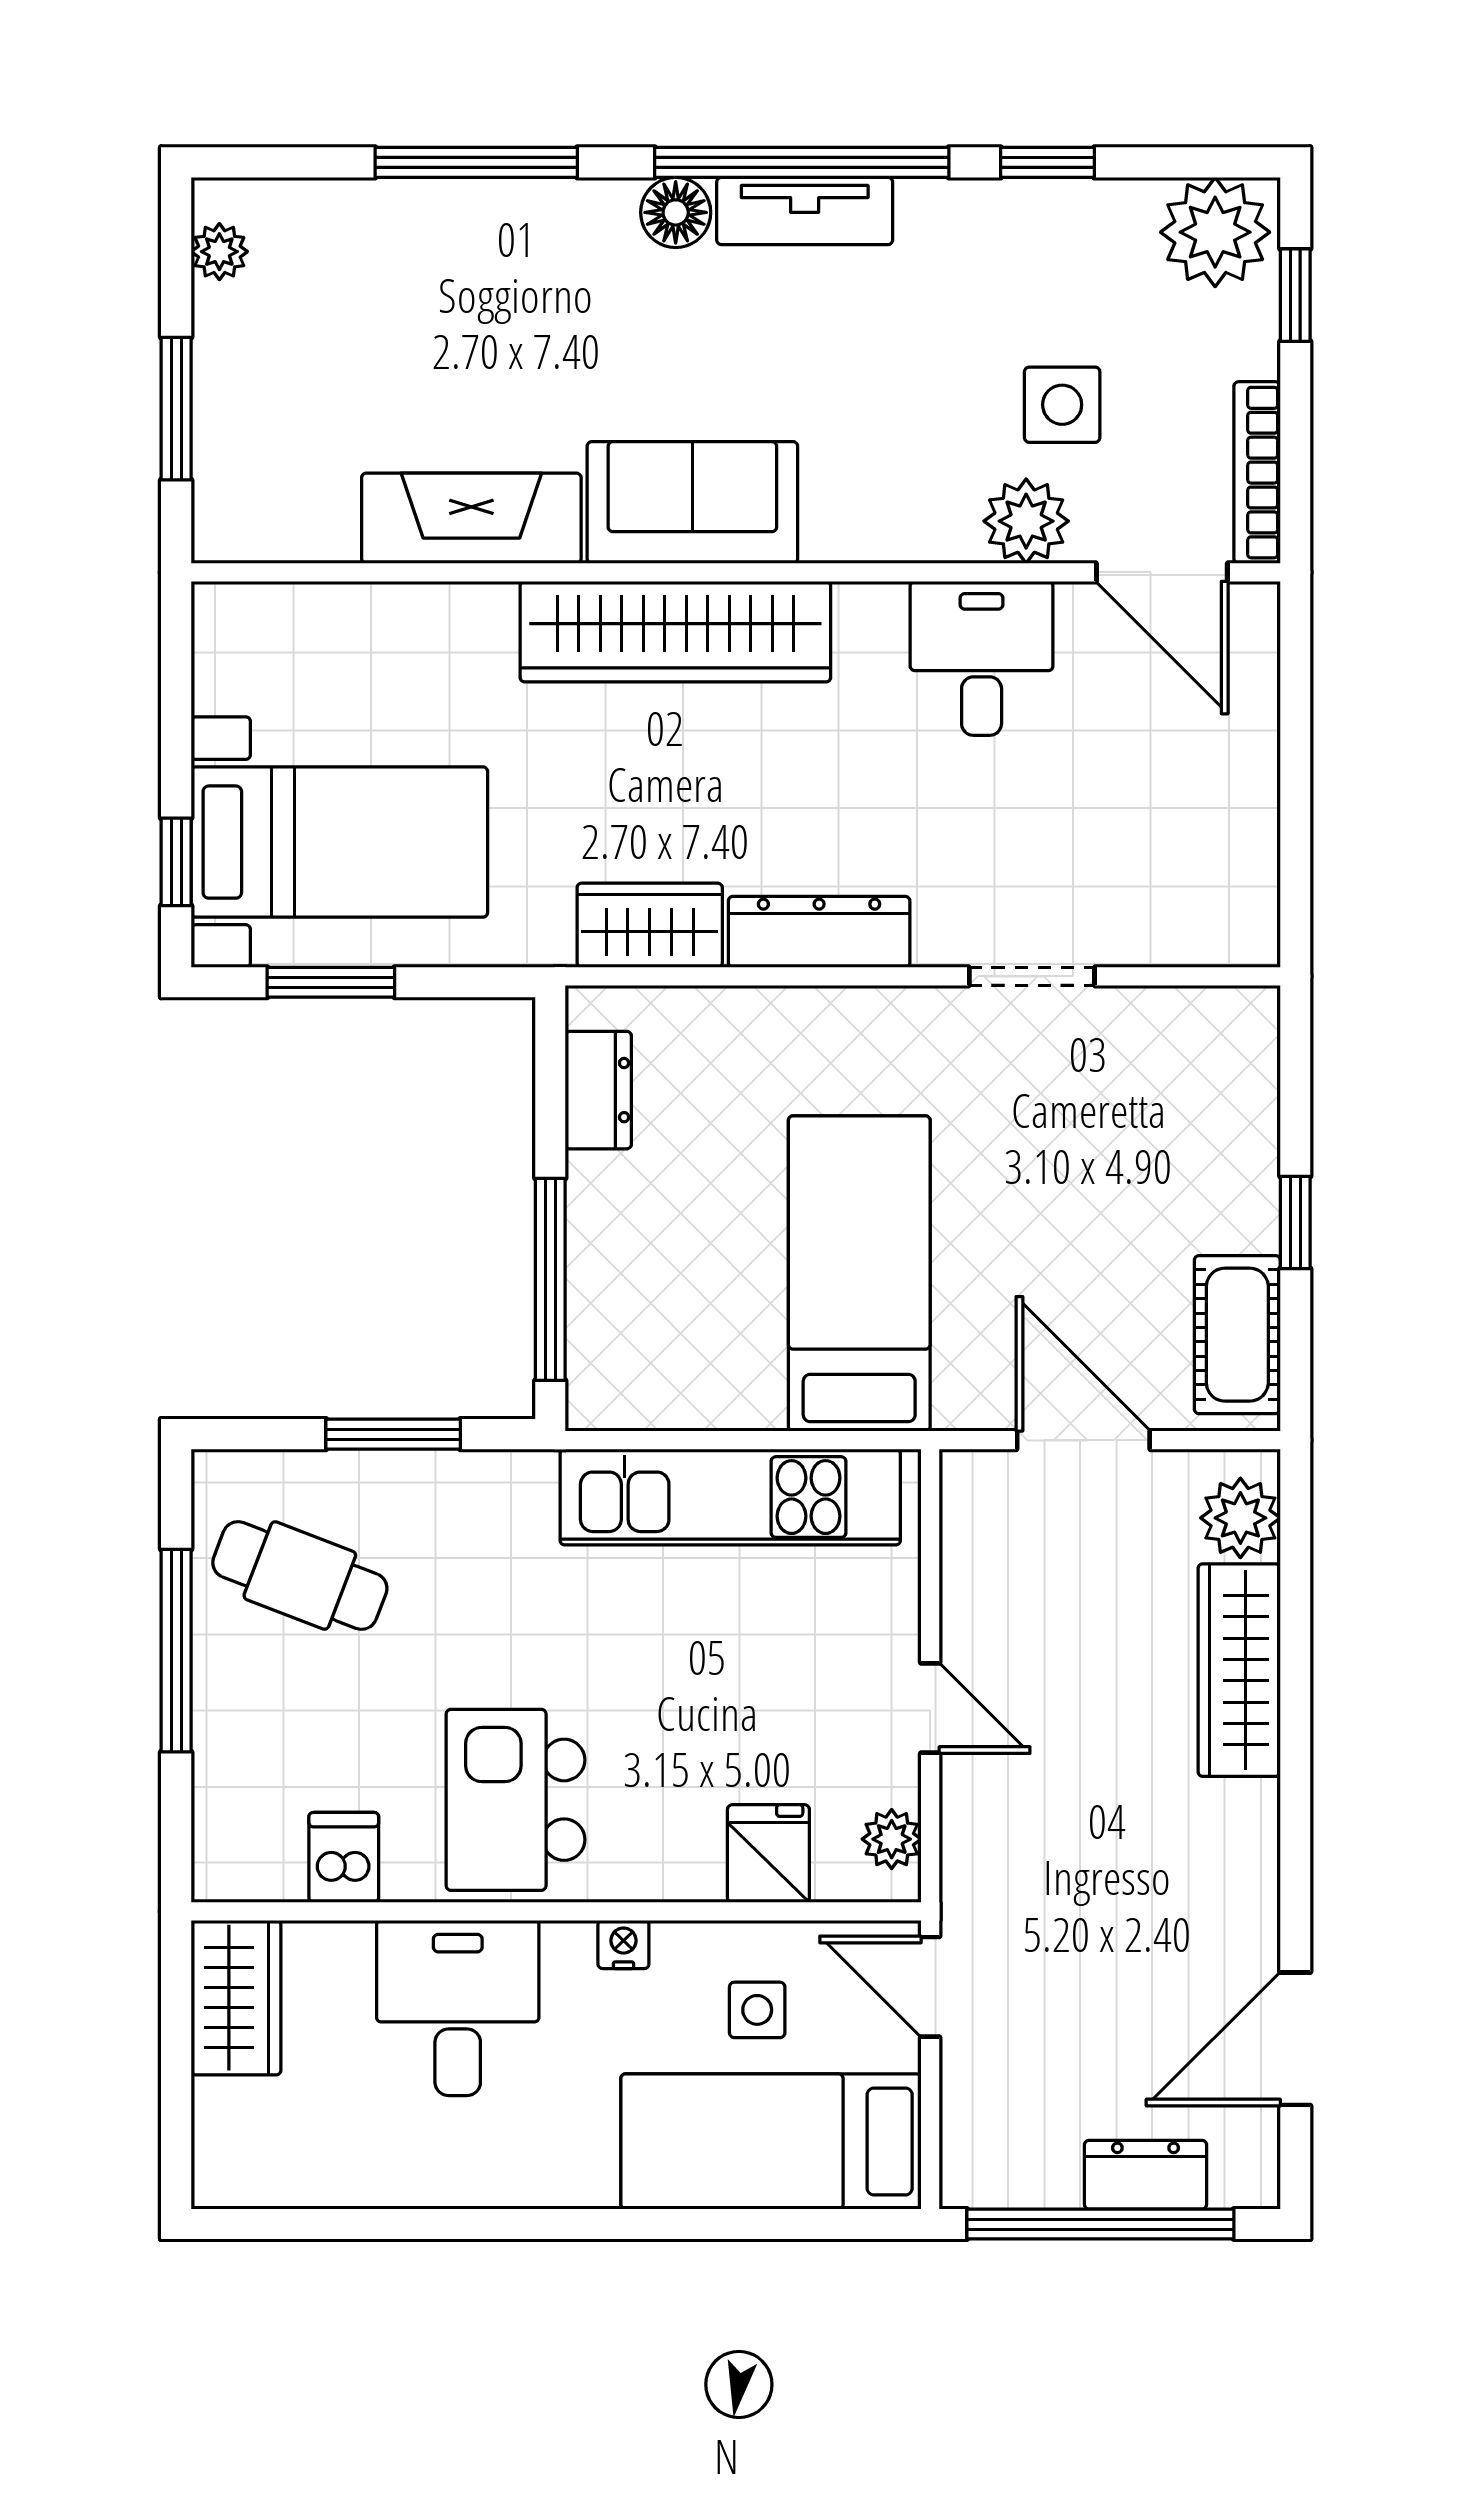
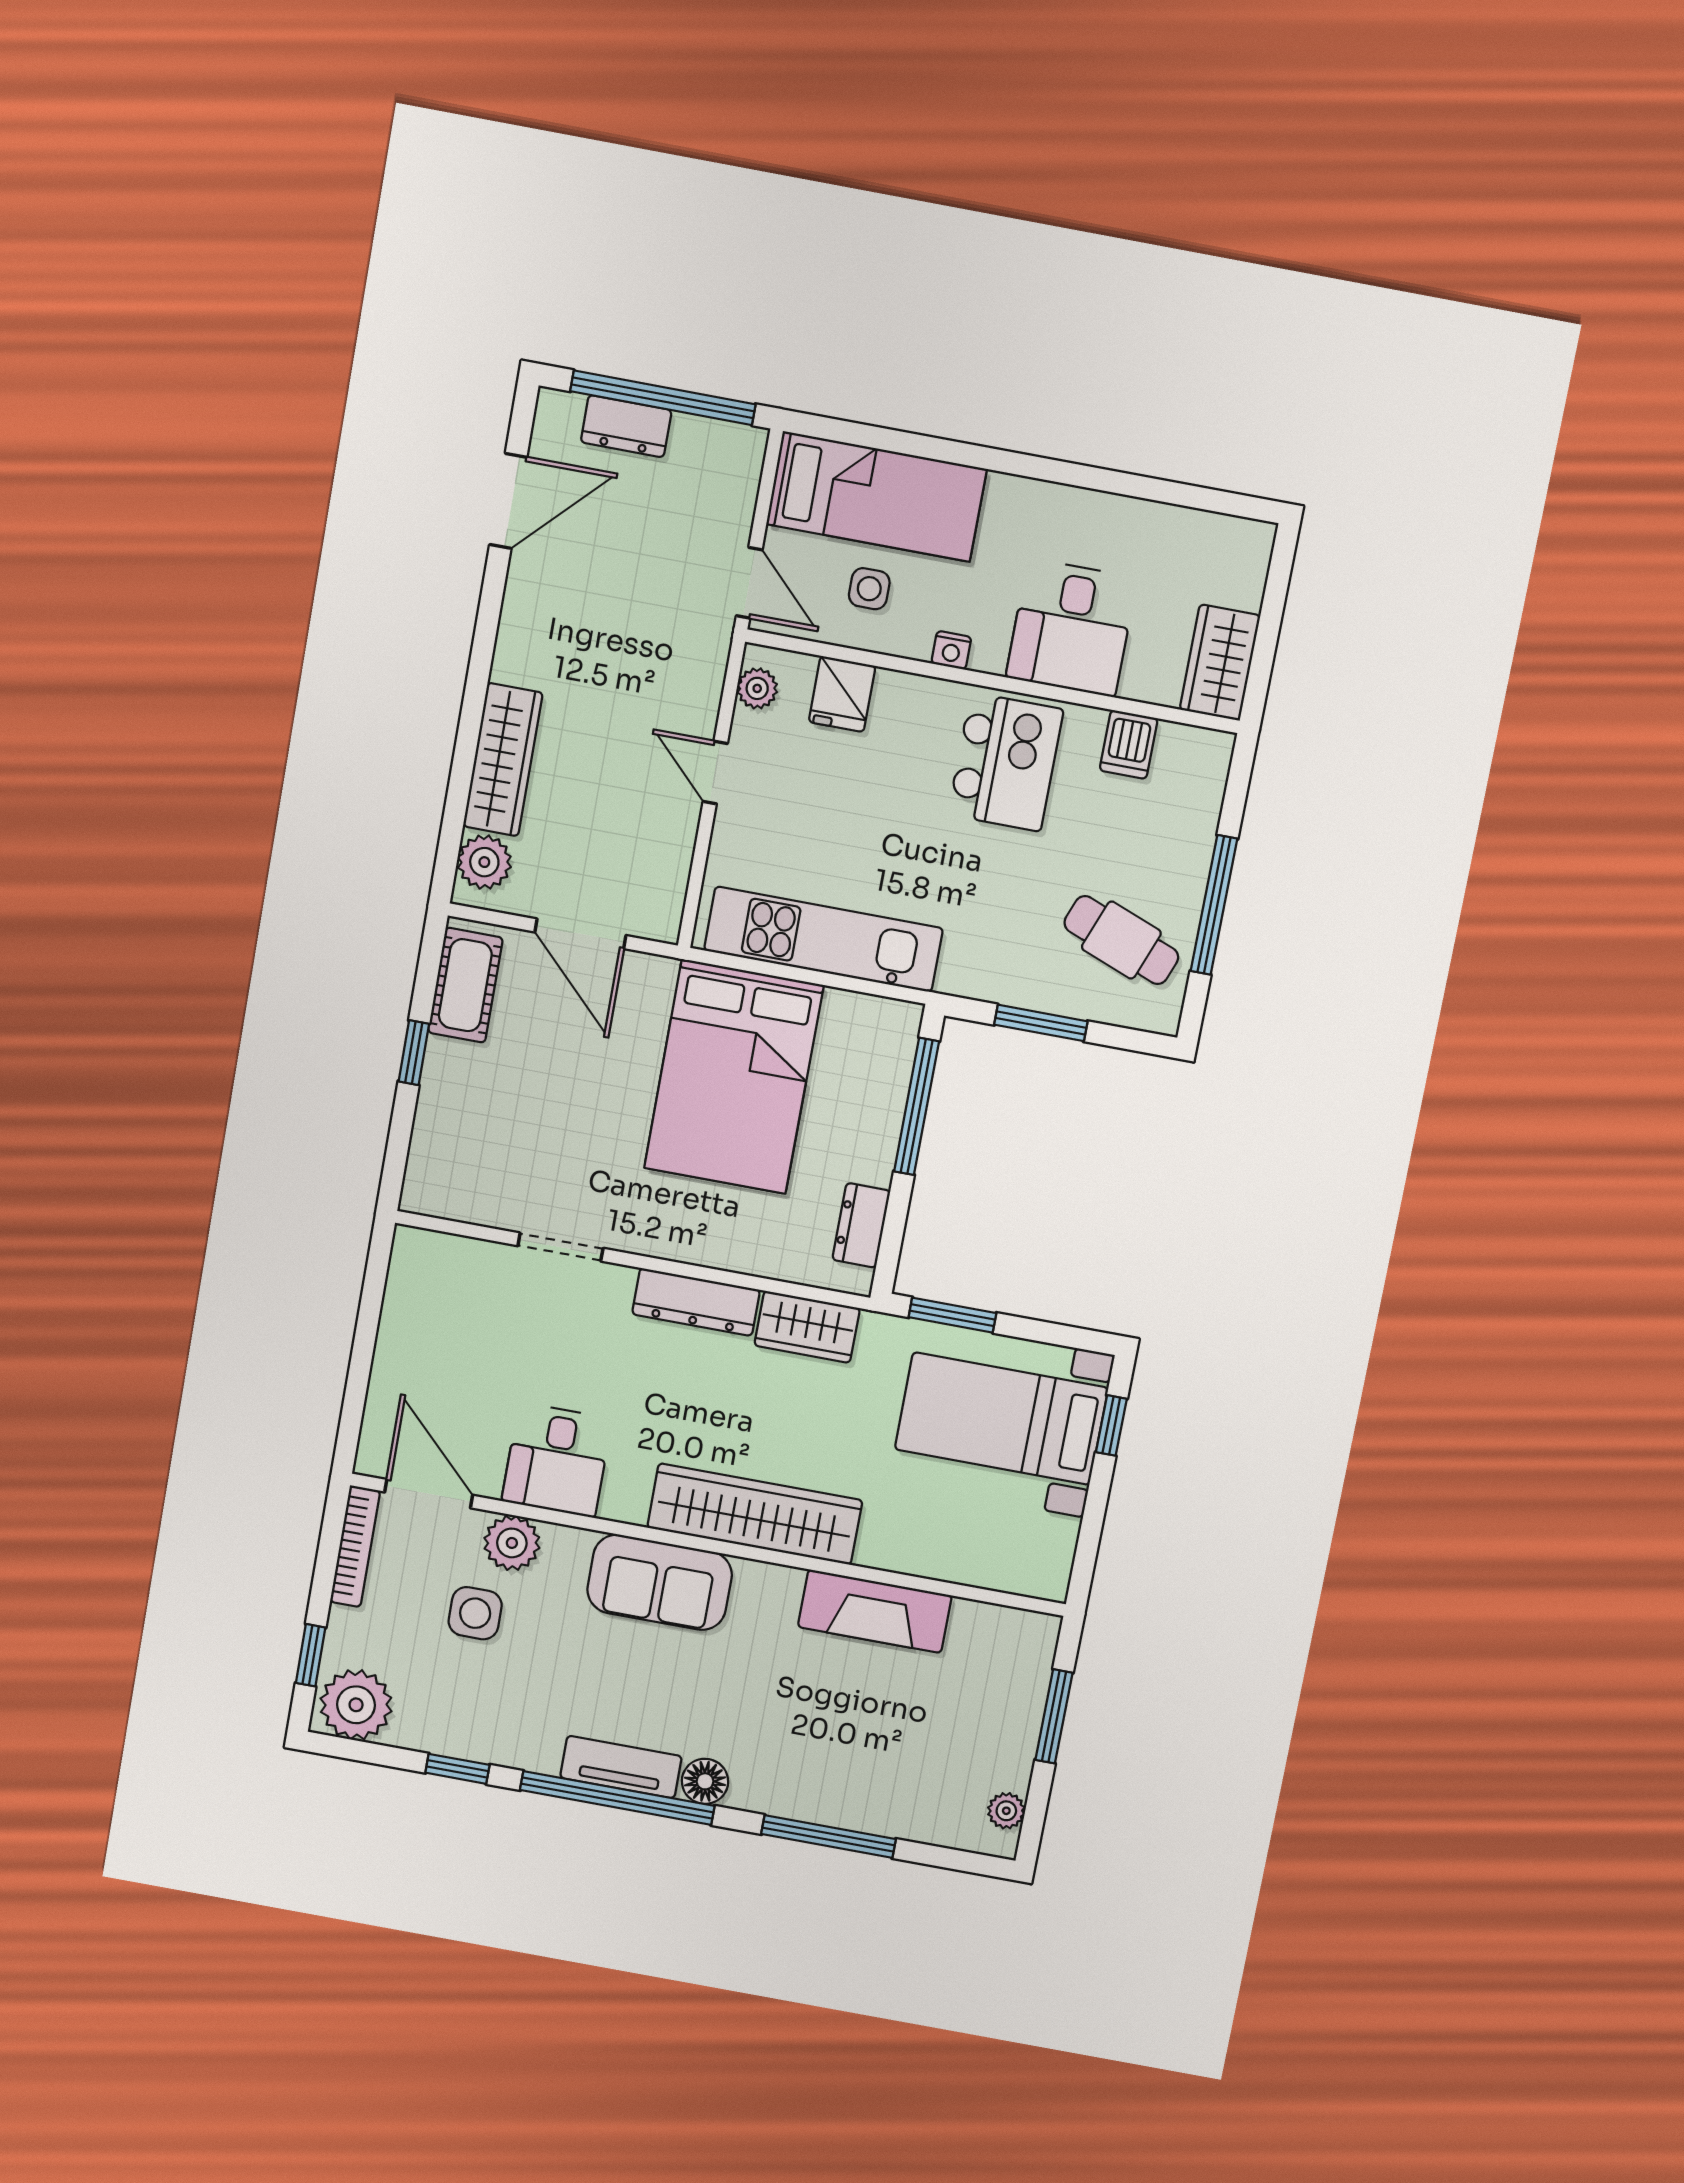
sofa: (692, 503) -> (660, 1582), moved
window: (331, 982) -> (952, 1315), moved
bed: (859, 1273) -> (734, 1077), width x1.50

